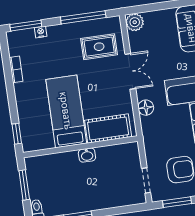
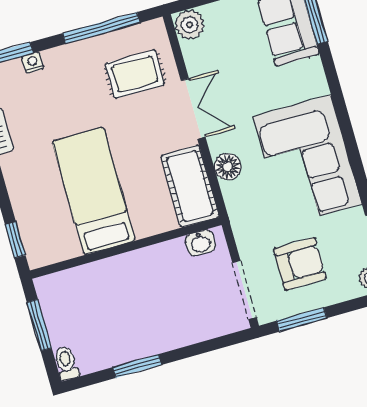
cot: (108, 129) -> (190, 186), moved, turned 90
washbasin: (87, 155) -> (200, 243), moved
doorway: (146, 181) -> (244, 290), width x1.38

